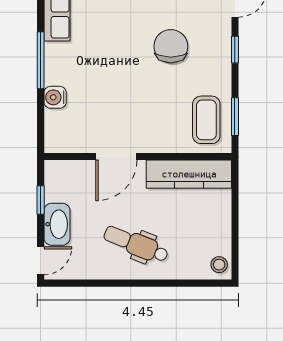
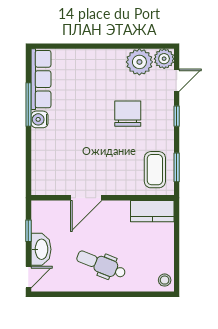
window: (41, 60) -> (28, 105), moved
water cooler: (55, 97) -> (40, 119), moved
kitchen counter: (189, 174) -> (152, 211), width x0.67

